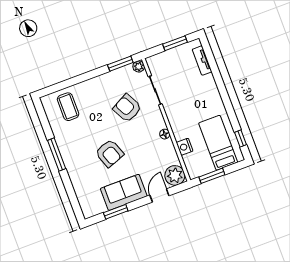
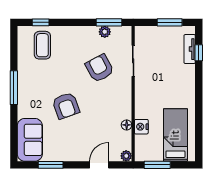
plant: (139, 66) -> (105, 32), moved
window: (59, 87) -> (41, 22), added
floor lamp: (165, 134) -> (127, 125), moved
window: (241, 139) -> (199, 53), moved
plant: (175, 175) -> (126, 156), width x0.53, depth x0.53
sofa: (124, 192) -> (30, 140), moved, turned 90

